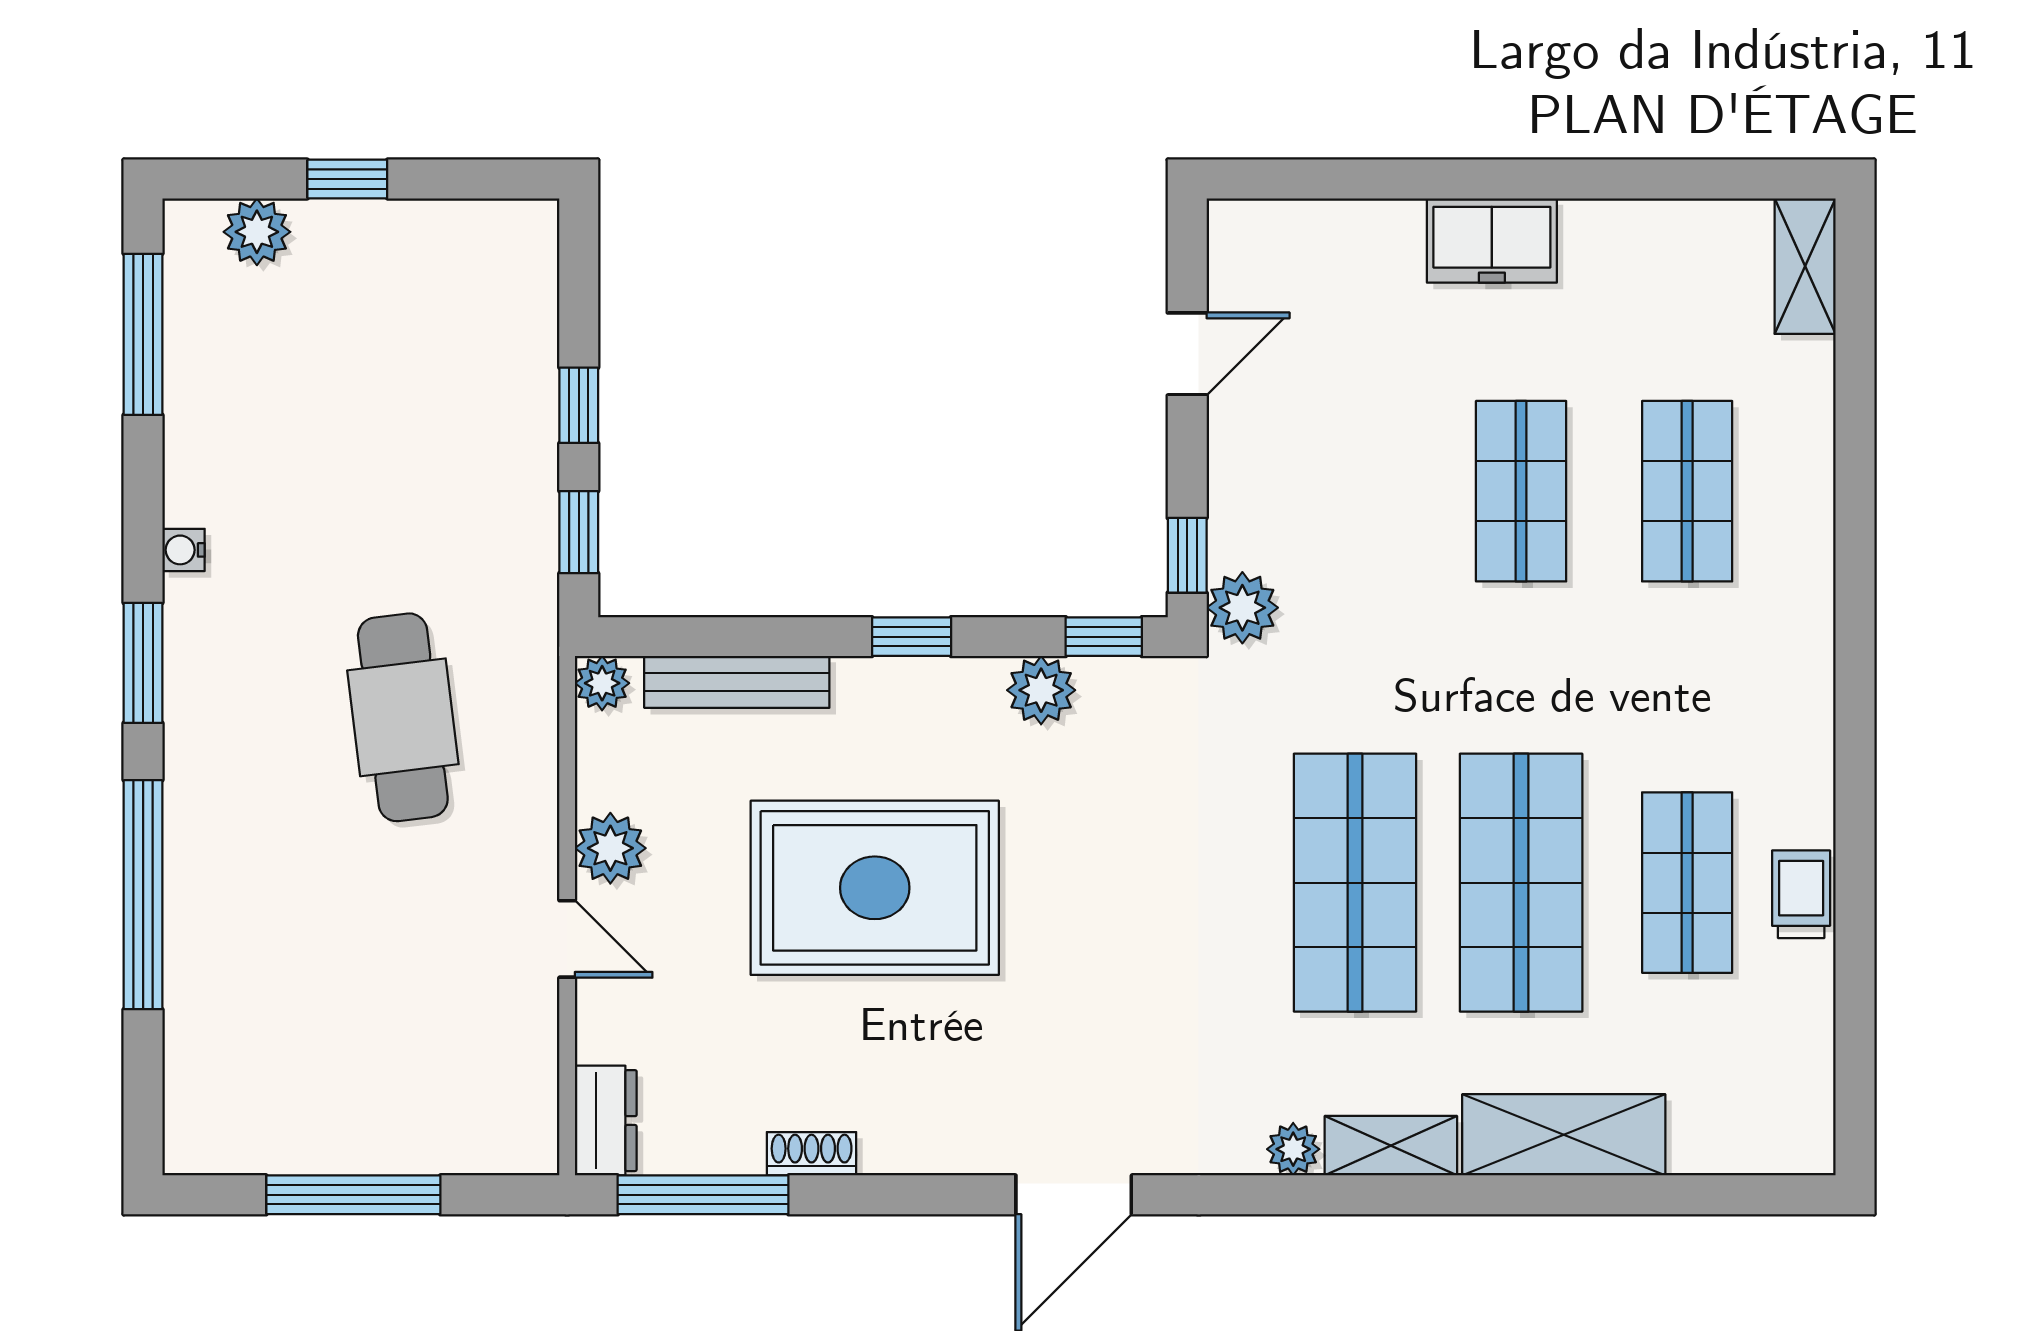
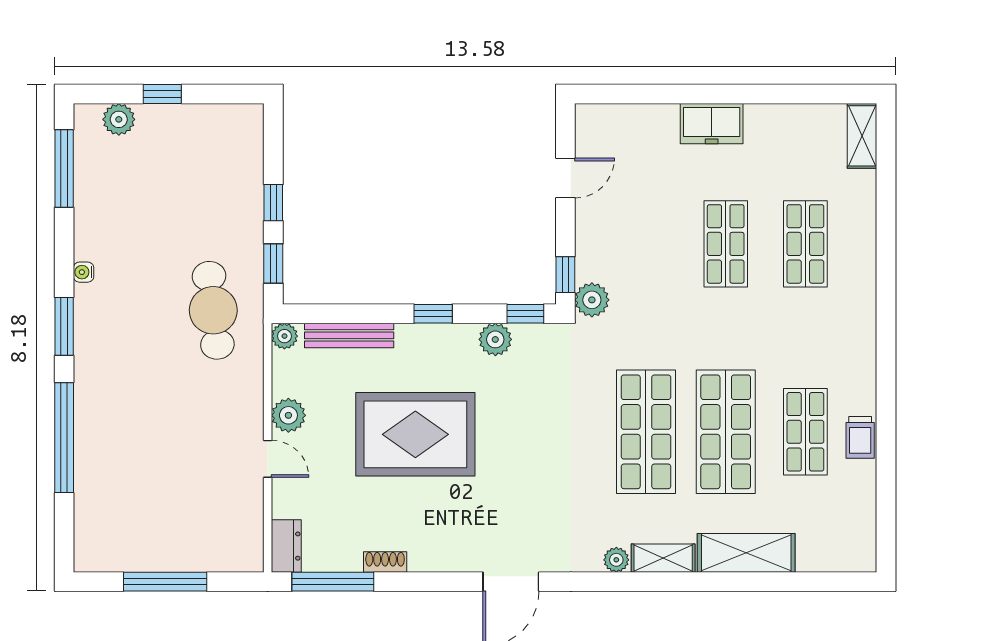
cafe table: (403, 717) -> (213, 310), moved
trolley: (1801, 894) -> (860, 437), turned 180

